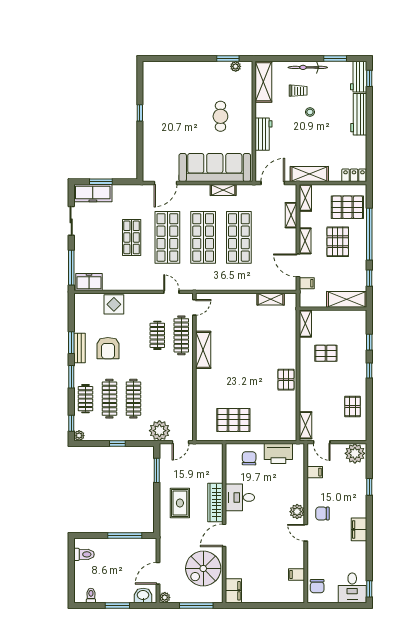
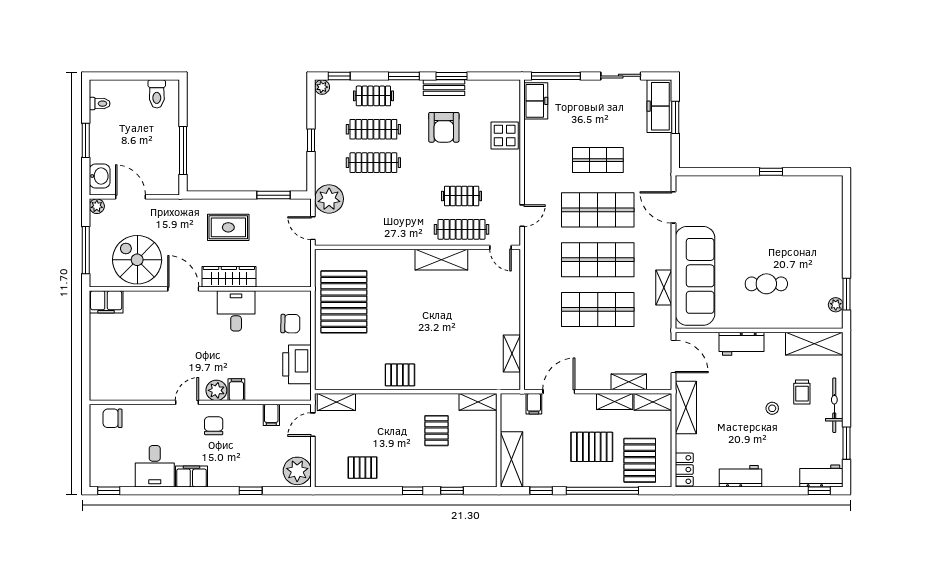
workbench: (359, 114) -> (740, 476), moved, width x0.73
shelving: (305, 241) -> (615, 402), moved
armchair: (108, 348) -> (444, 127), turned -90
pallet: (233, 420) -> (344, 302), width x1.37, depth x1.41
filing cabinet: (297, 575) -> (236, 390), moved
desk: (352, 588) -> (155, 466), moved, turned -90

